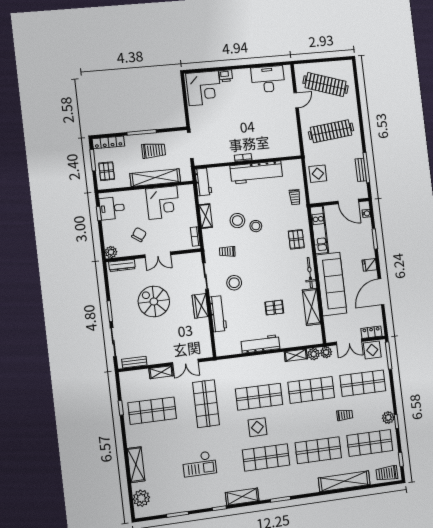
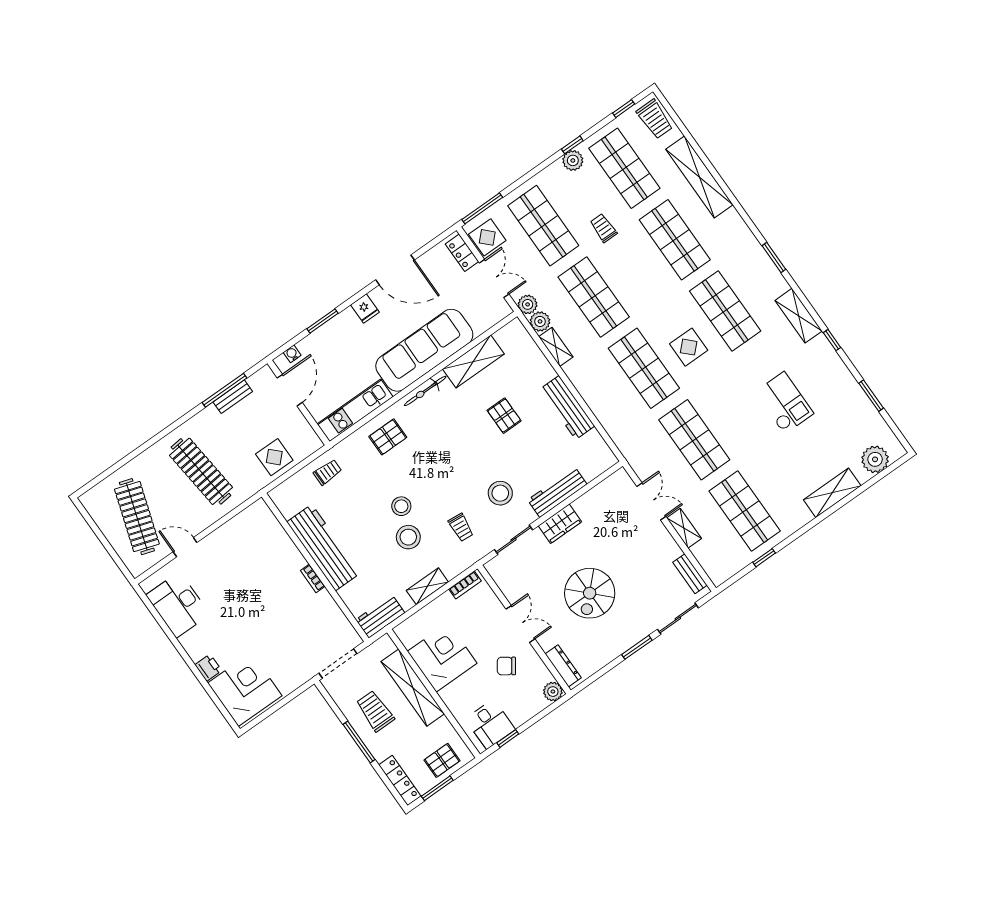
shop shelf: (206, 404) -> (694, 440), turned 90

